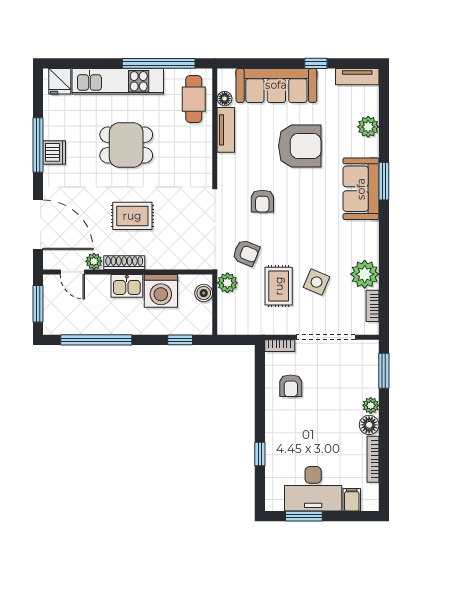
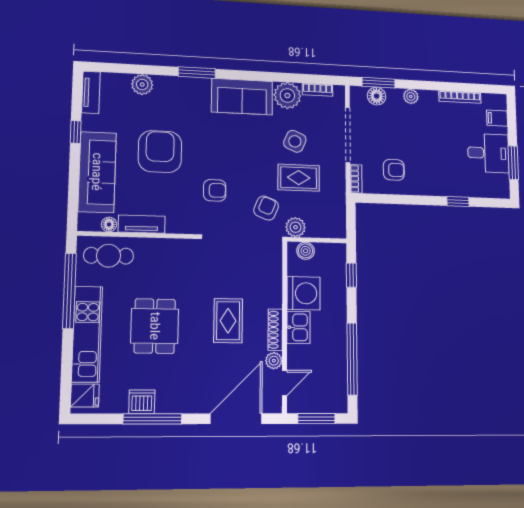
dishwasher: (54, 152) -> (142, 402), moved
sofa: (361, 189) -> (242, 97), moved
floor lamp: (369, 425) -> (377, 96), moved
desk: (313, 489) -> (488, 153), width x0.73

